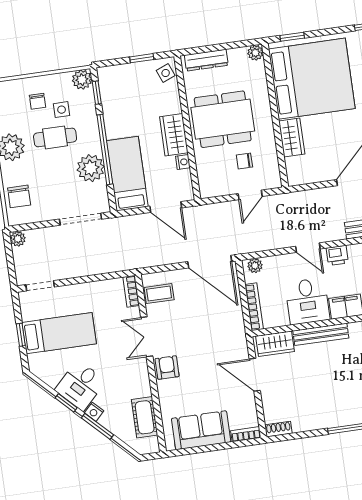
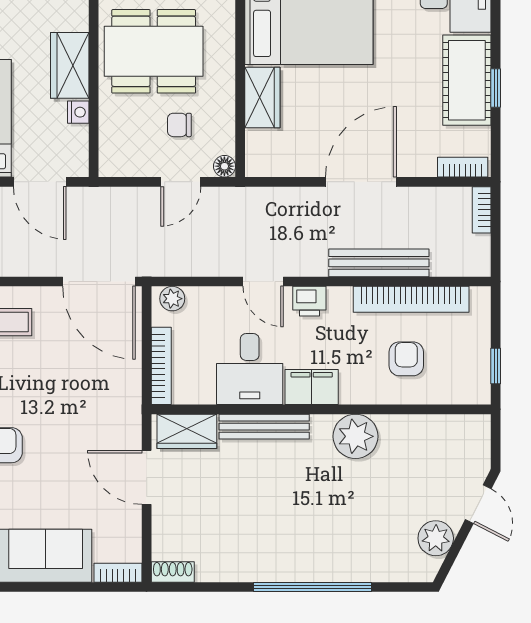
floor lamp: (275, 182) -> (224, 166), added

